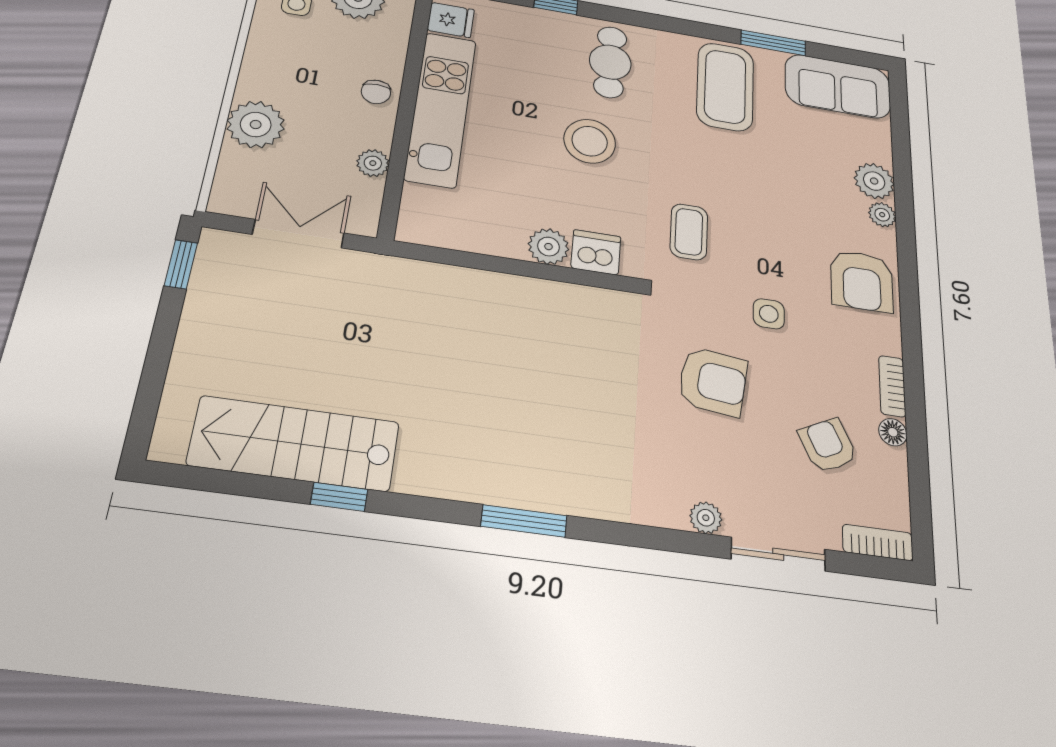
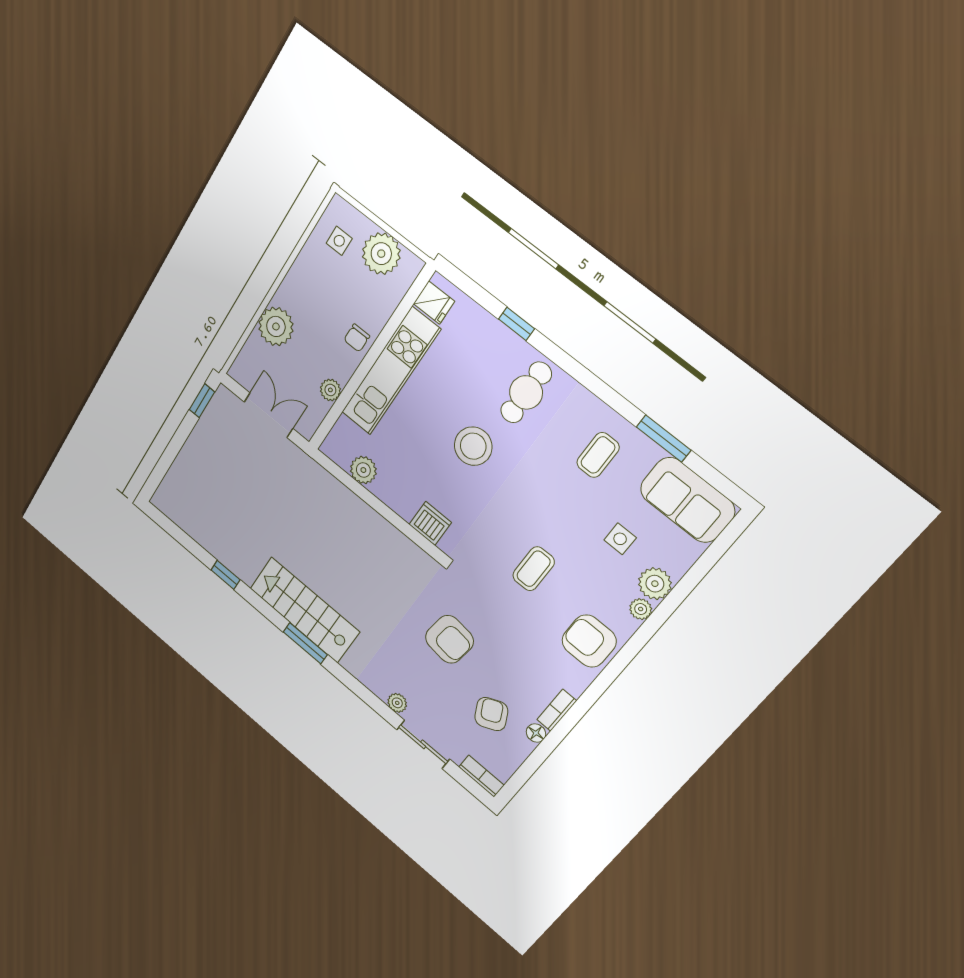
coffee table: (725, 87) -> (598, 455), width x0.54, depth x0.58
coffee table: (689, 232) -> (534, 569), moved
plant: (548, 247) -> (363, 470), moved
armchair: (862, 281) -> (589, 641), turned 90
side table: (769, 314) -> (620, 539), moved
stairs: (294, 443) -> (304, 610), moved

